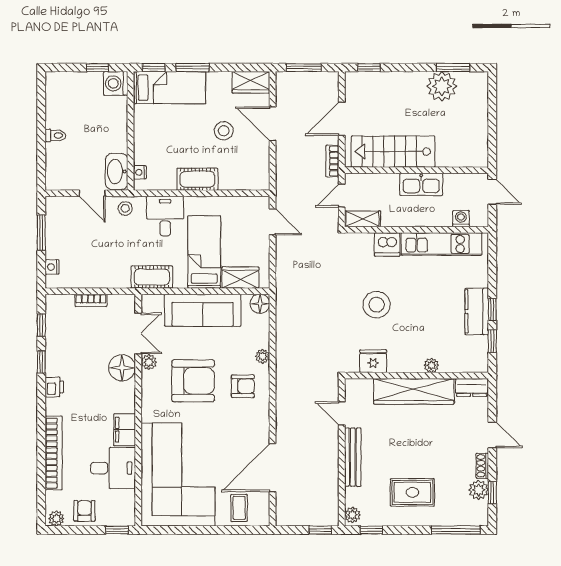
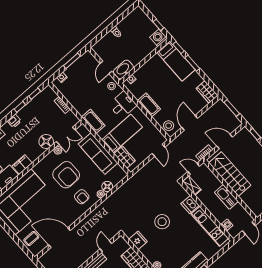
door: (273, 124) -> (190, 123), moved
stool: (224, 131) -> (169, 126), moved
floor lamp: (260, 304) -> (107, 186), moved

